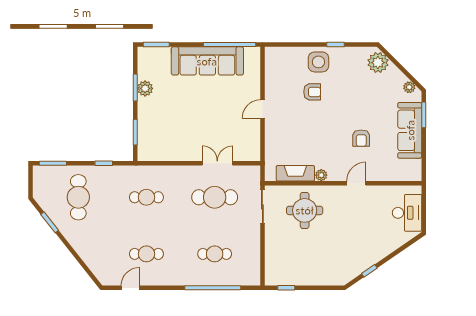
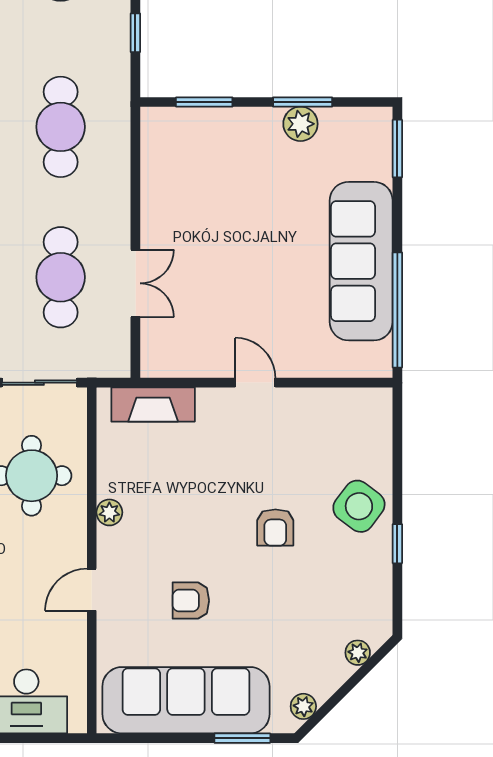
side table: (318, 62) -> (359, 506), turned 37
plant: (378, 63) -> (358, 653), width x0.53, depth x0.53
armchair: (312, 92) -> (275, 527), moved
sofa: (410, 130) -> (186, 700), width x1.36, depth x1.27
fireplace: (295, 173) -> (153, 404), moved, turned 90
door: (356, 183) -> (92, 590), swing flipped
cafe table: (146, 197) -> (61, 127), width x1.37, depth x1.35

